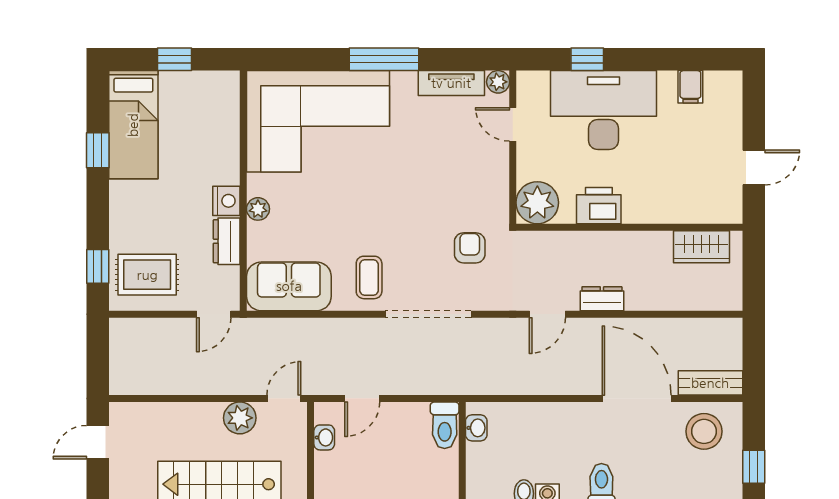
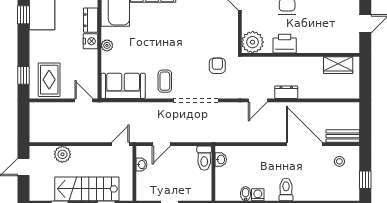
dresser: (227, 241) -> (91, 20), moved
rug: (147, 275) -> (49, 80), turned 90
door: (214, 314) -> (84, 100), swing flipped
plant: (240, 418) -> (62, 154), moved
stool: (704, 431) -> (339, 161), width x0.53, depth x0.53

